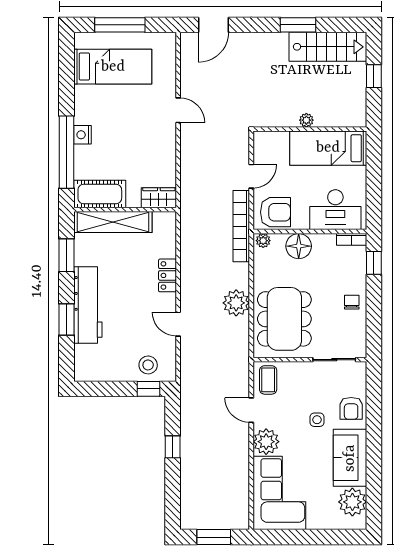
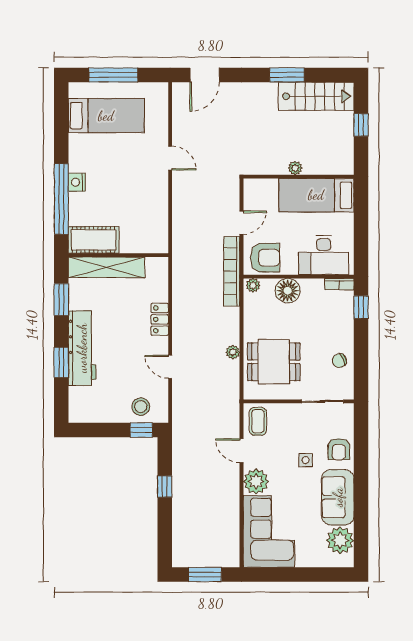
wardrobe: (159, 198) -> (151, 243), removed
chair: (352, 302) -> (339, 361), moved, turned -113
plant: (236, 303) -> (233, 352), width x0.53, depth x0.53
dining table: (284, 319) -> (274, 362), width x0.73

